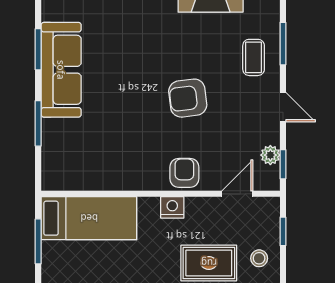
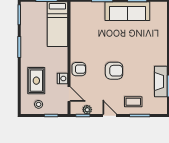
armchair: (188, 98) -> (114, 71), turned 97
door: (283, 107) -> (110, 116), swing flipped
nightstand: (172, 207) -> (63, 79), moved

